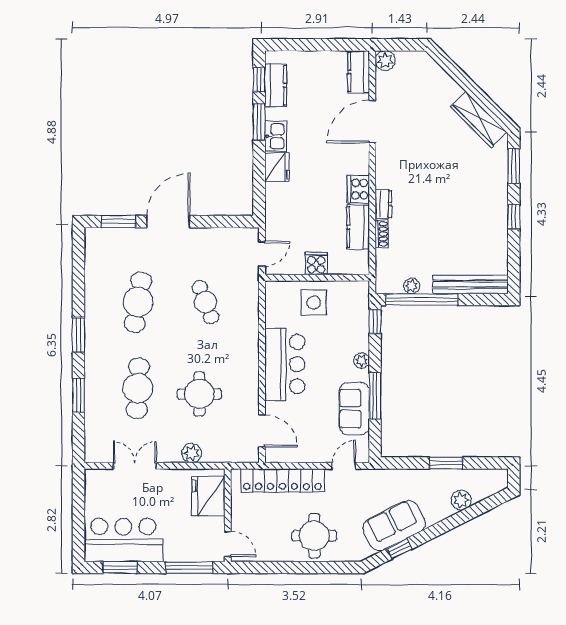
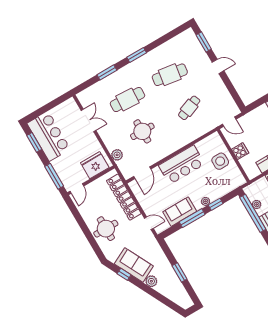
door: (168, 222) -> (218, 66), width x0.53
window: (375, 322) -> (216, 204), moved
plant: (192, 453) -> (117, 155), moved
plant: (461, 500) -> (151, 281), moved

